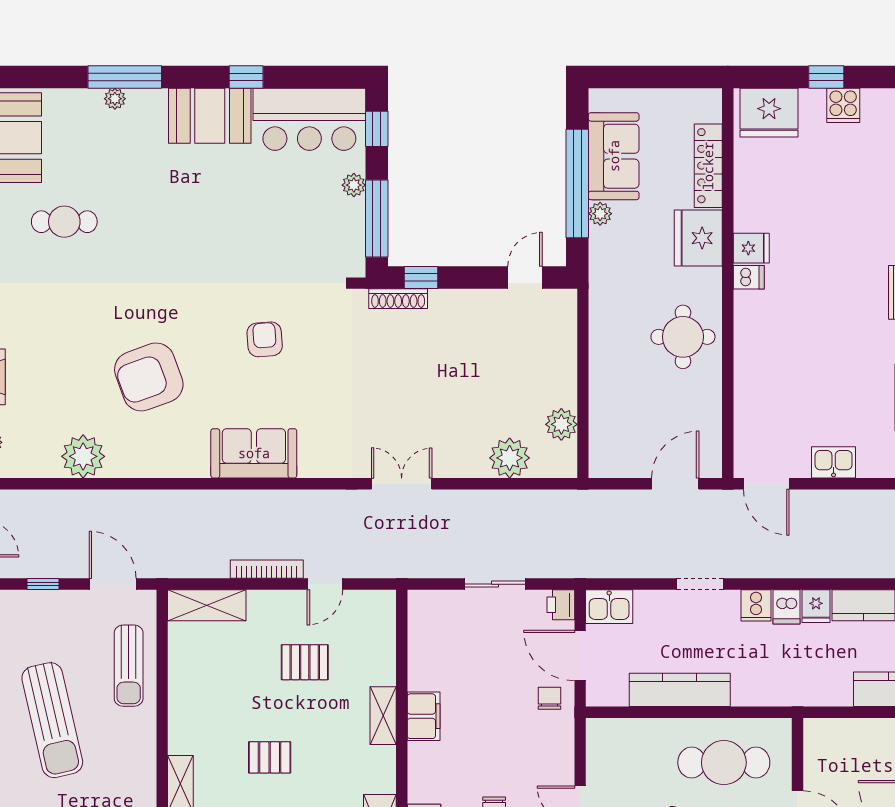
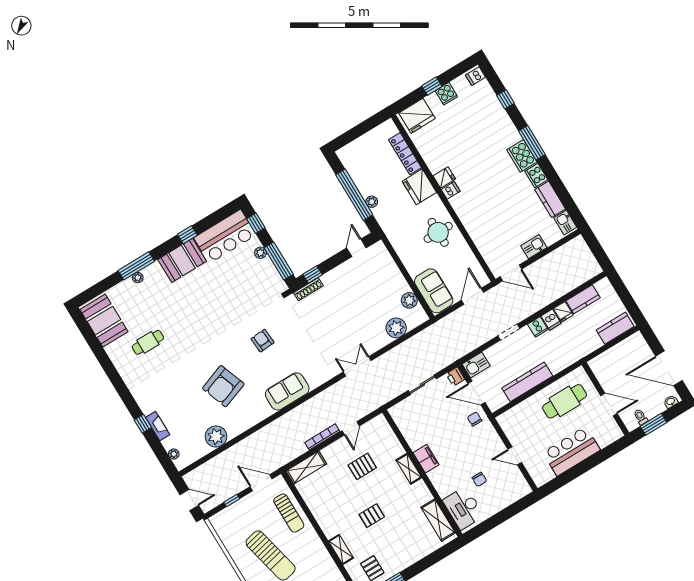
sofa: (614, 156) -> (434, 291), moved

